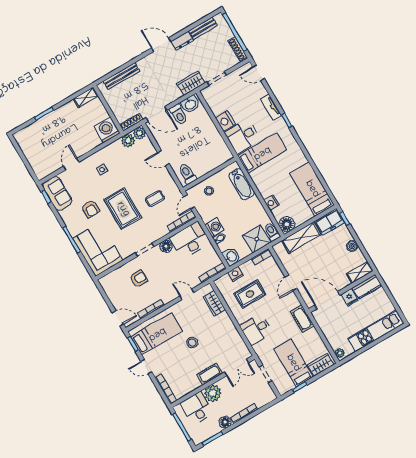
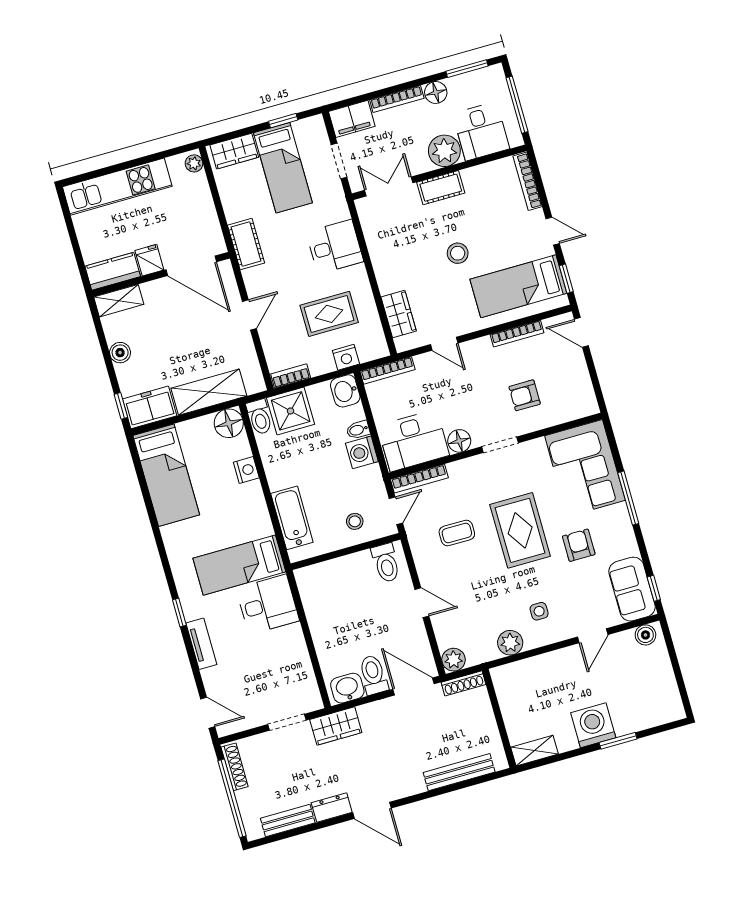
nightstand: (225, 121) -> (291, 641), removed
washing machine: (107, 130) -> (593, 725), moved, turned 180
plant: (128, 141) -> (510, 643), moved
boiler: (44, 172) -> (645, 635), added
filing cabinet: (265, 397) -> (352, 119), added

